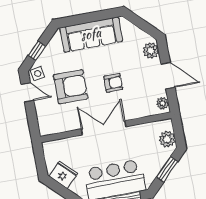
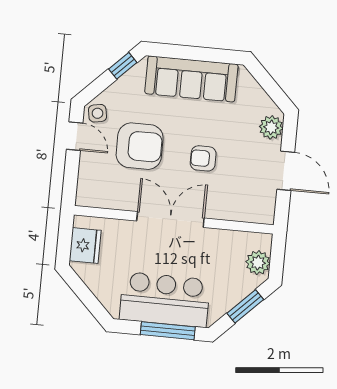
window: (37, 51) -> (123, 66), moved
armchair: (113, 83) -> (203, 158), turned 180
plant: (163, 103) -> (266, 209), removed
fridge: (63, 175) -> (85, 245), moved, turned 45

